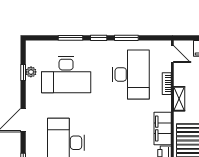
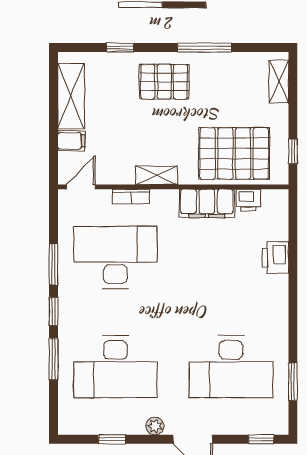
plant: (31, 72) -> (155, 426), moved
desk: (66, 74) -> (115, 367), turned 90

